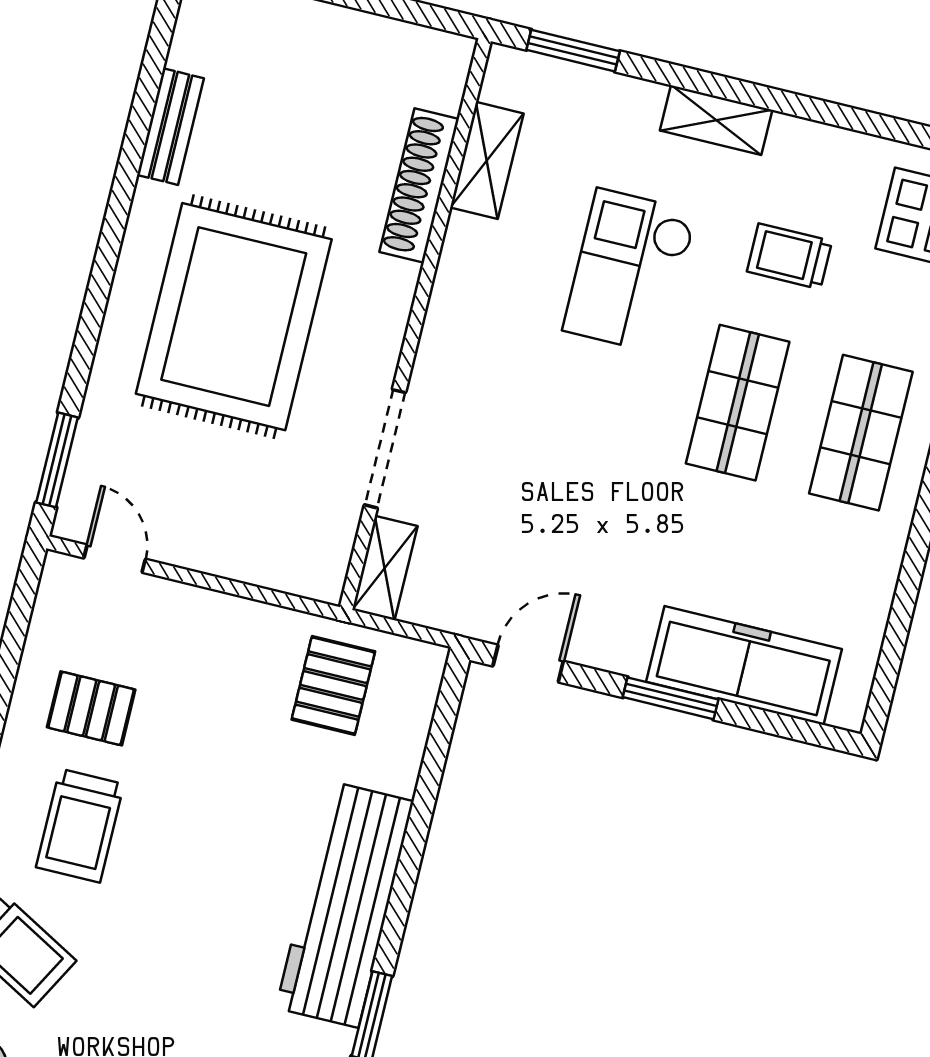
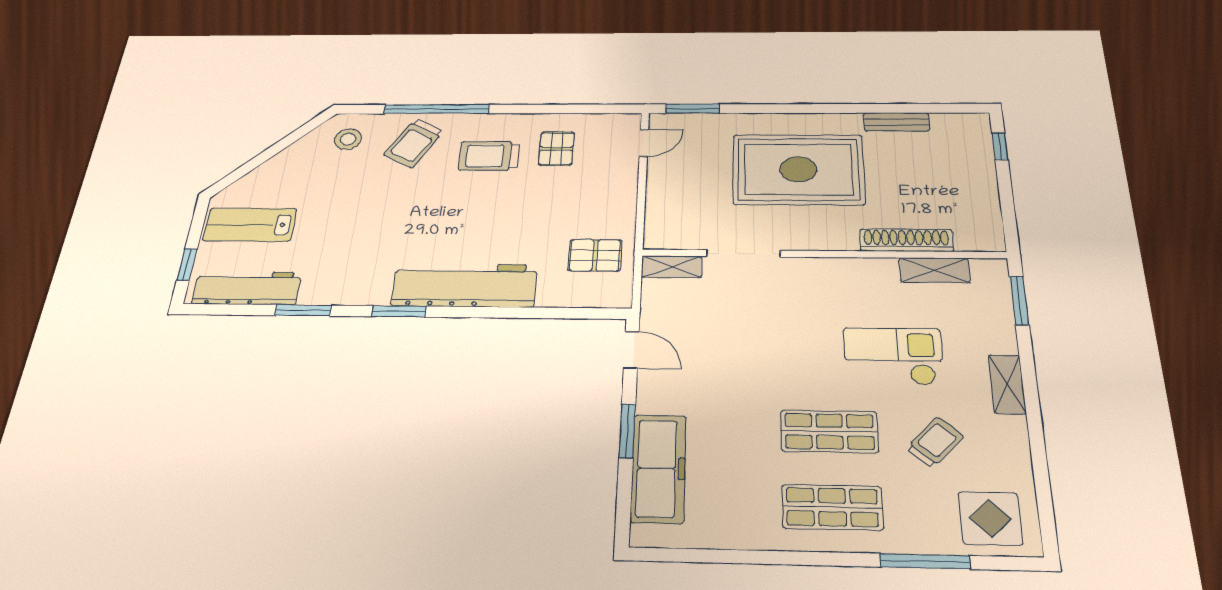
trolley: (789, 256) -> (935, 442), turned 42

